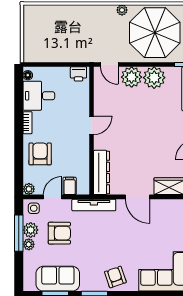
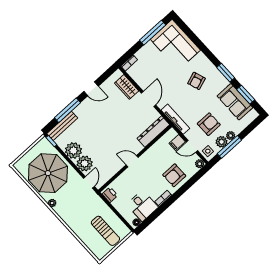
sun lounger: (47, 37) -> (105, 231), added
armchair: (59, 233) -> (209, 124), turned 90
armchair: (115, 277) -> (196, 81), moved

